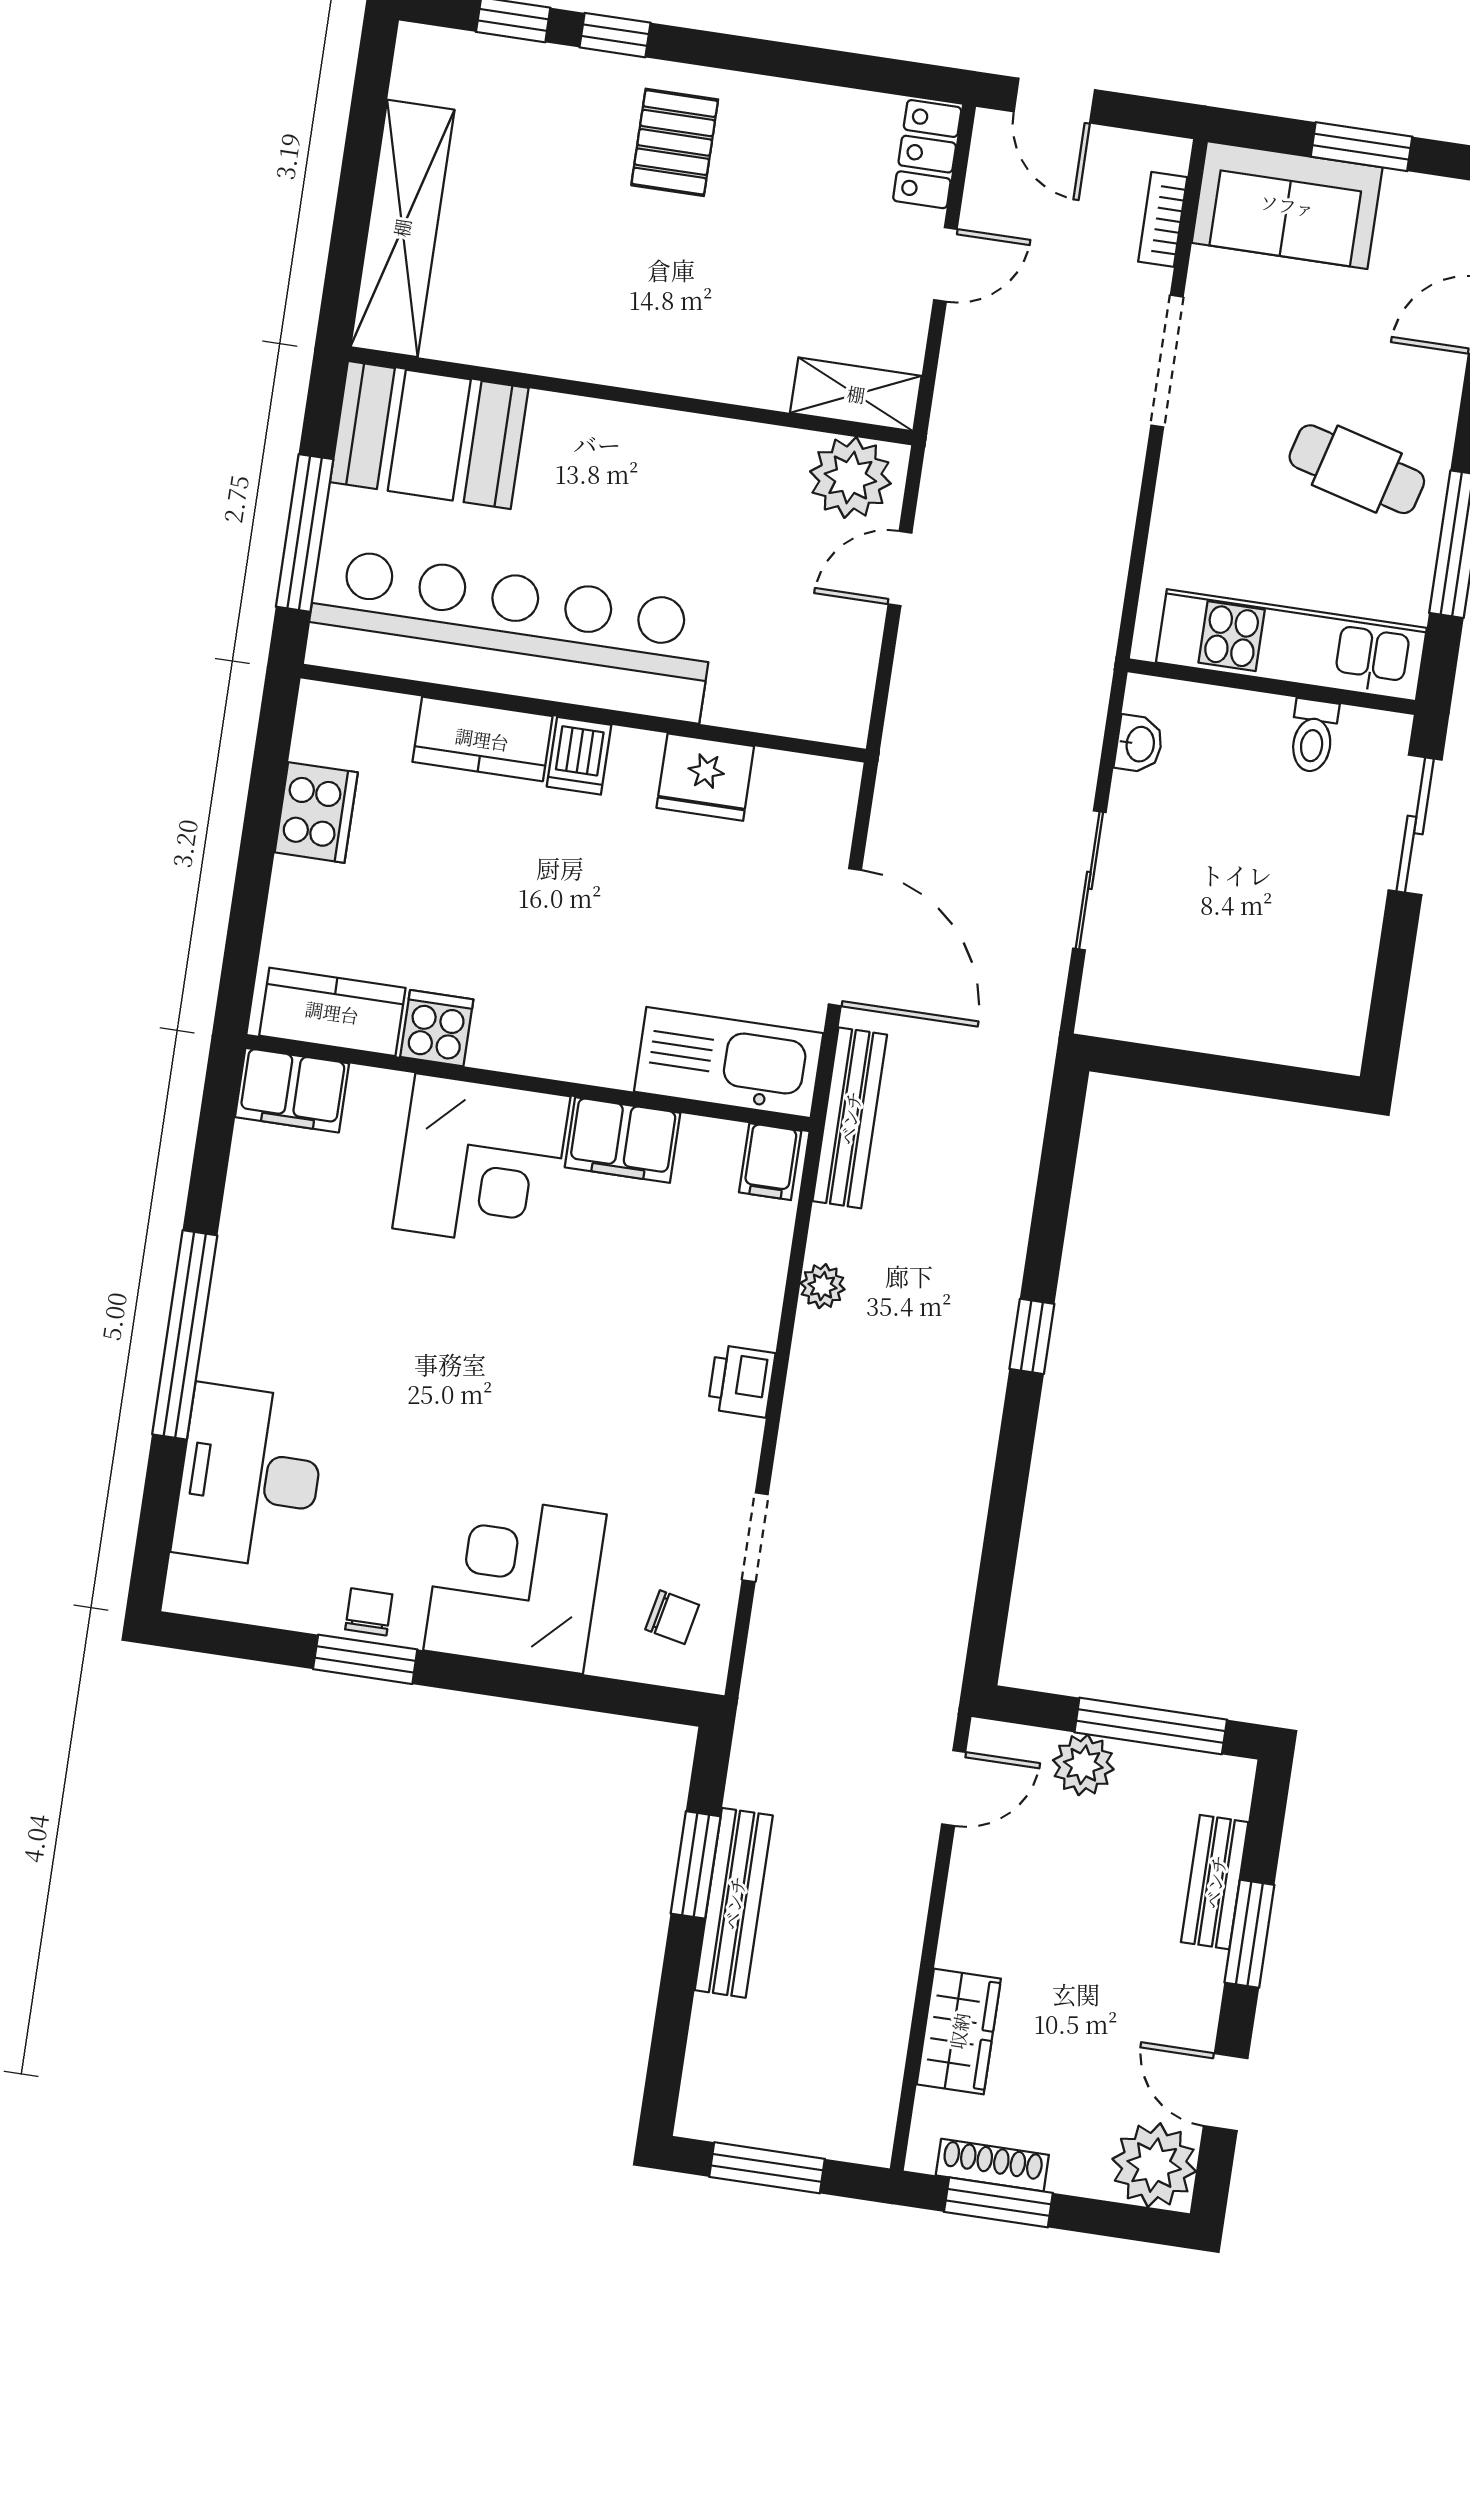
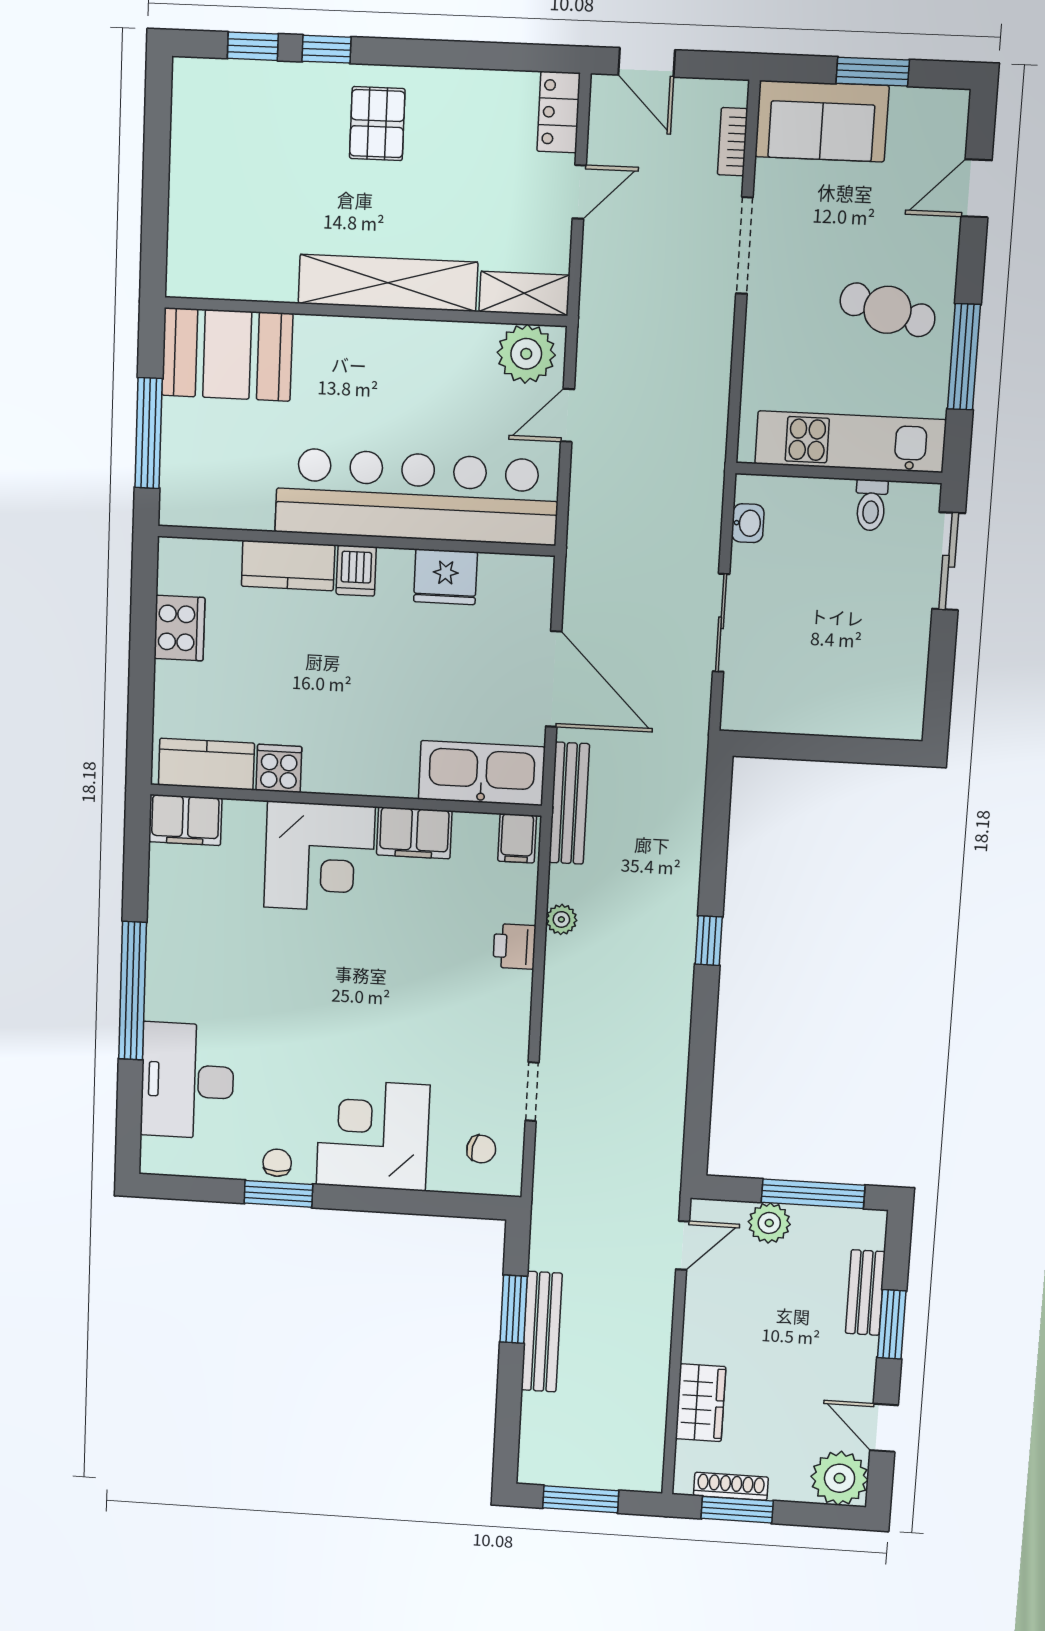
shelving: (402, 228) -> (388, 283), moved, turned 90
bar counter: (510, 635) -> (417, 496), moved
printer: (741, 1381) -> (514, 946), moved

